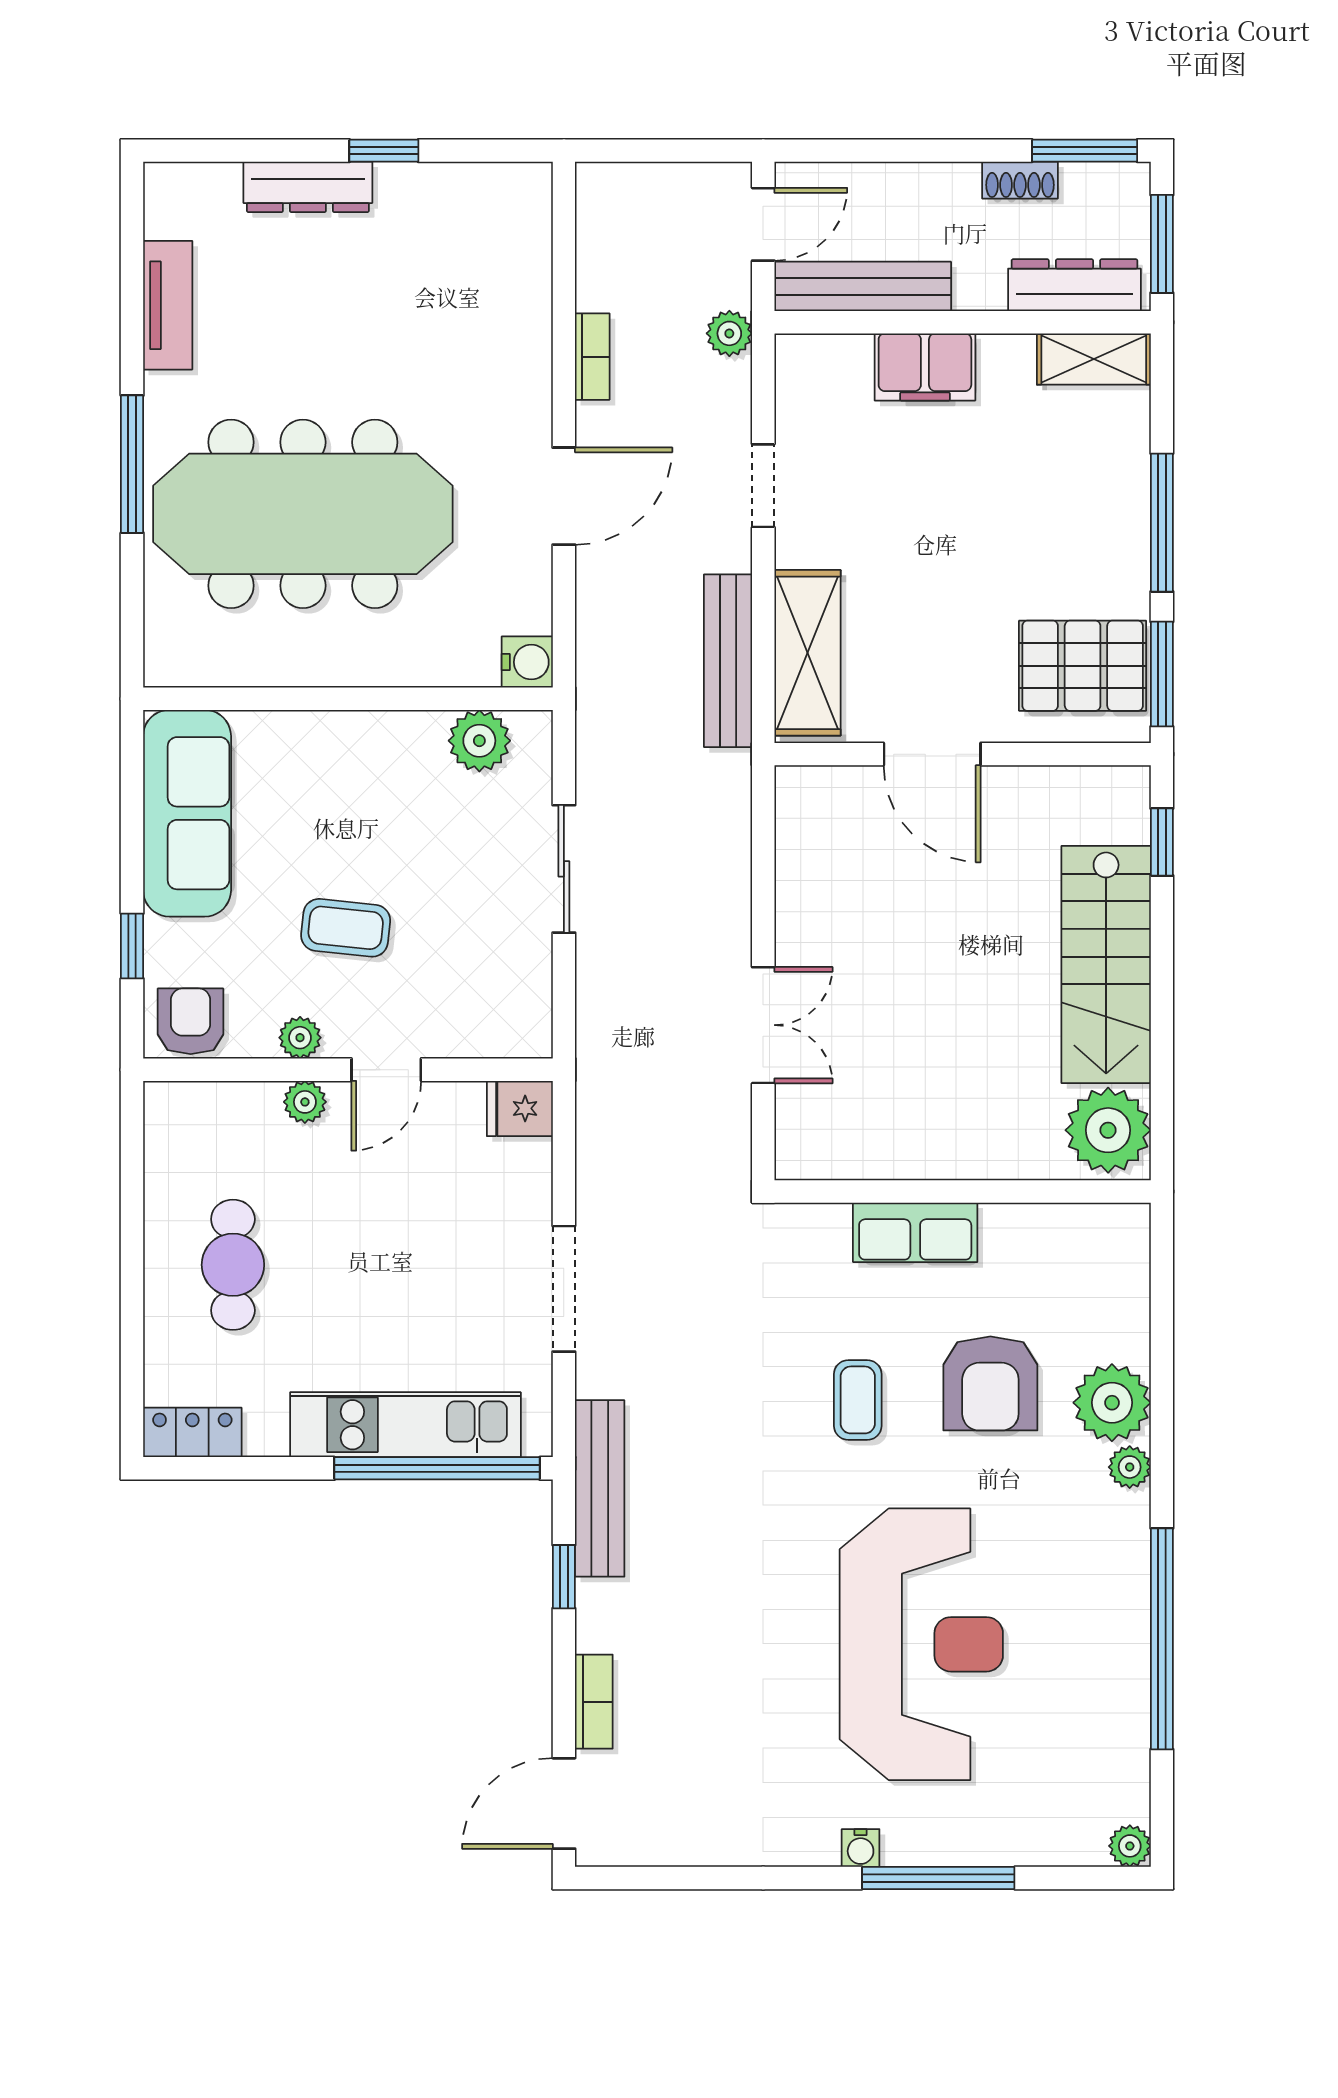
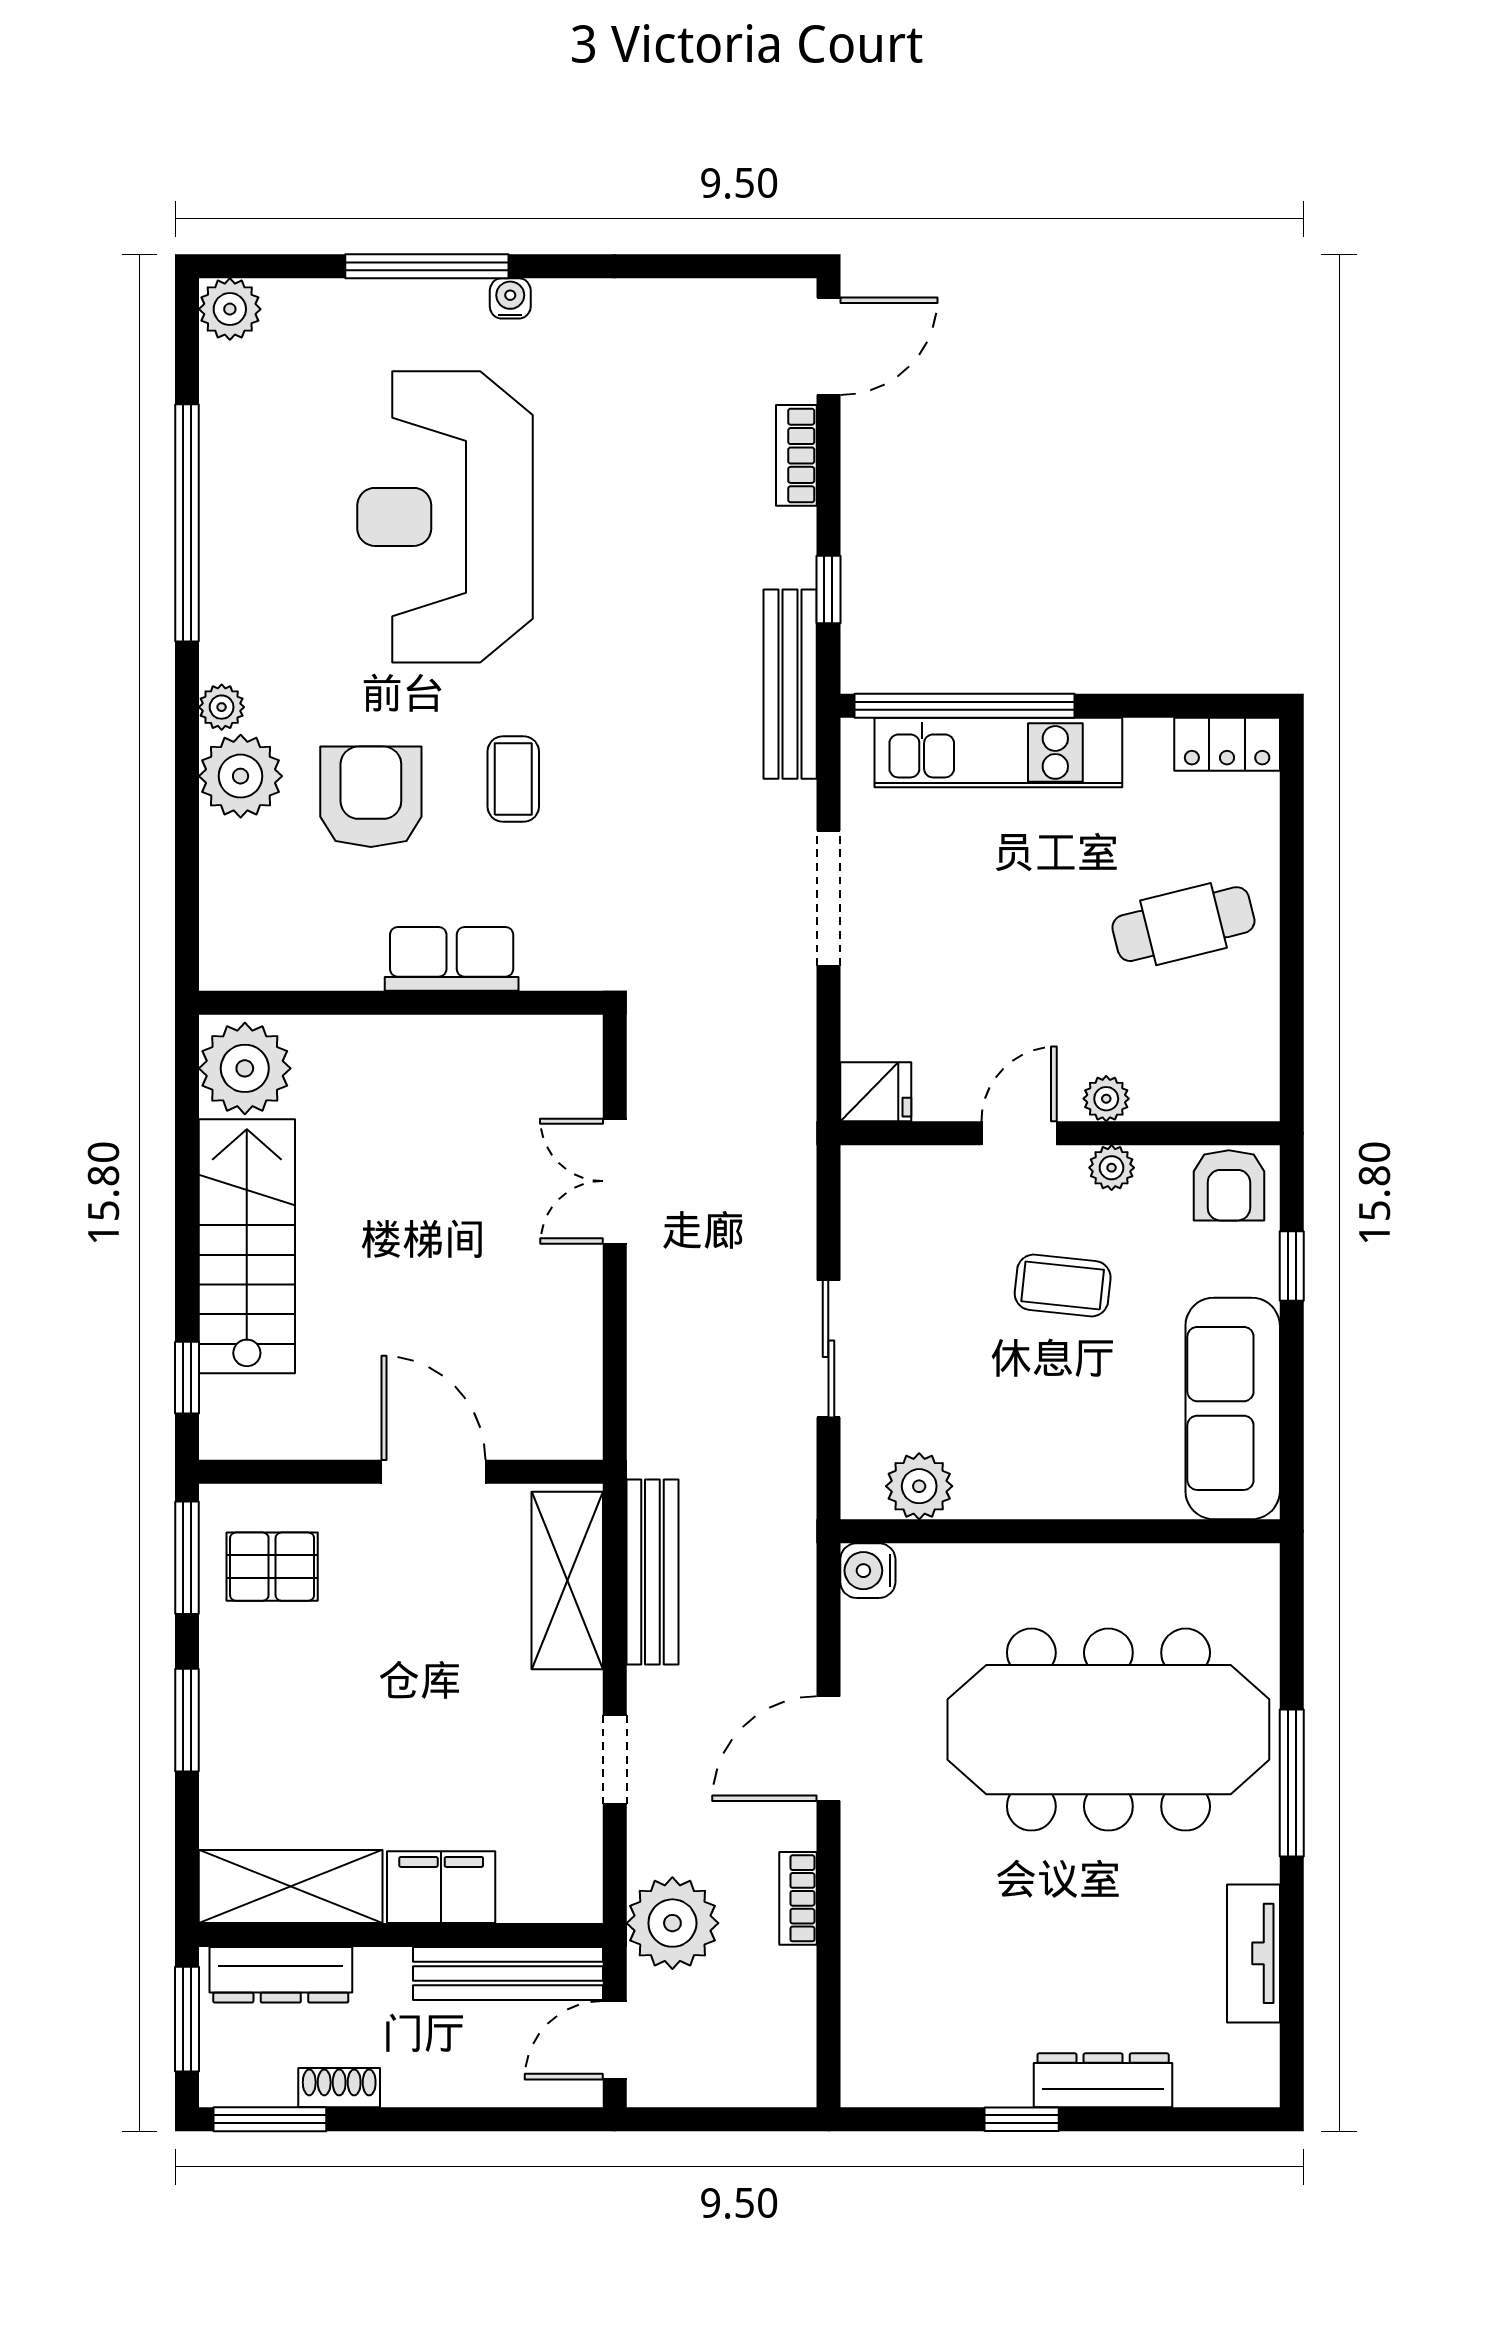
plant: (729, 333) -> (672, 1923), width x1.87, depth x1.87
shelving: (1094, 359) -> (291, 1887), width x1.50, depth x1.33
window: (1162, 523) -> (187, 1720), width x0.69
pallet: (1083, 666) -> (272, 1567), width x0.67, depth x0.71
cafe table: (233, 1265) -> (1183, 924), turned 76
plant: (1130, 1846) -> (230, 309), width x1.38, depth x1.38

